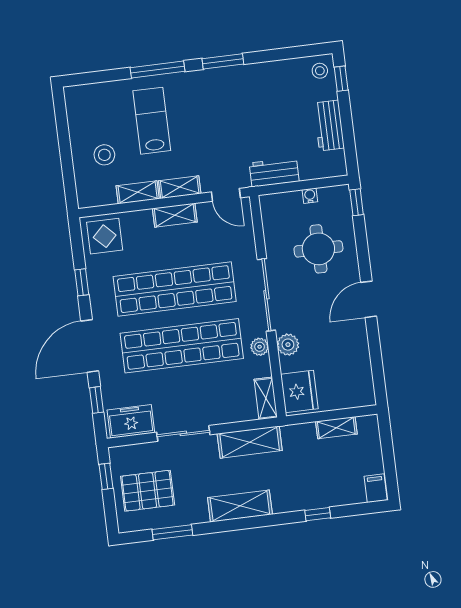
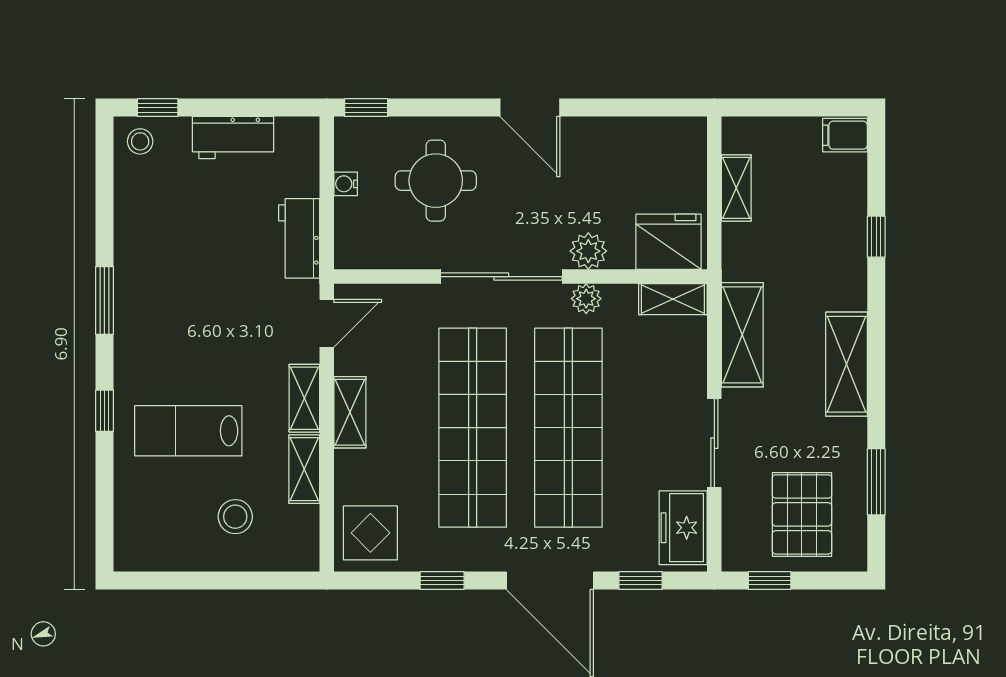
window: (158, 70) -> (104, 411), width x0.46

